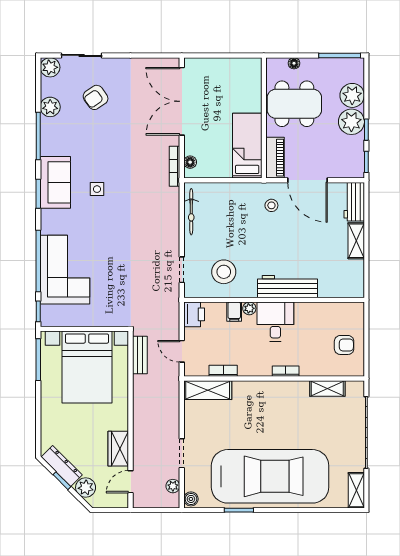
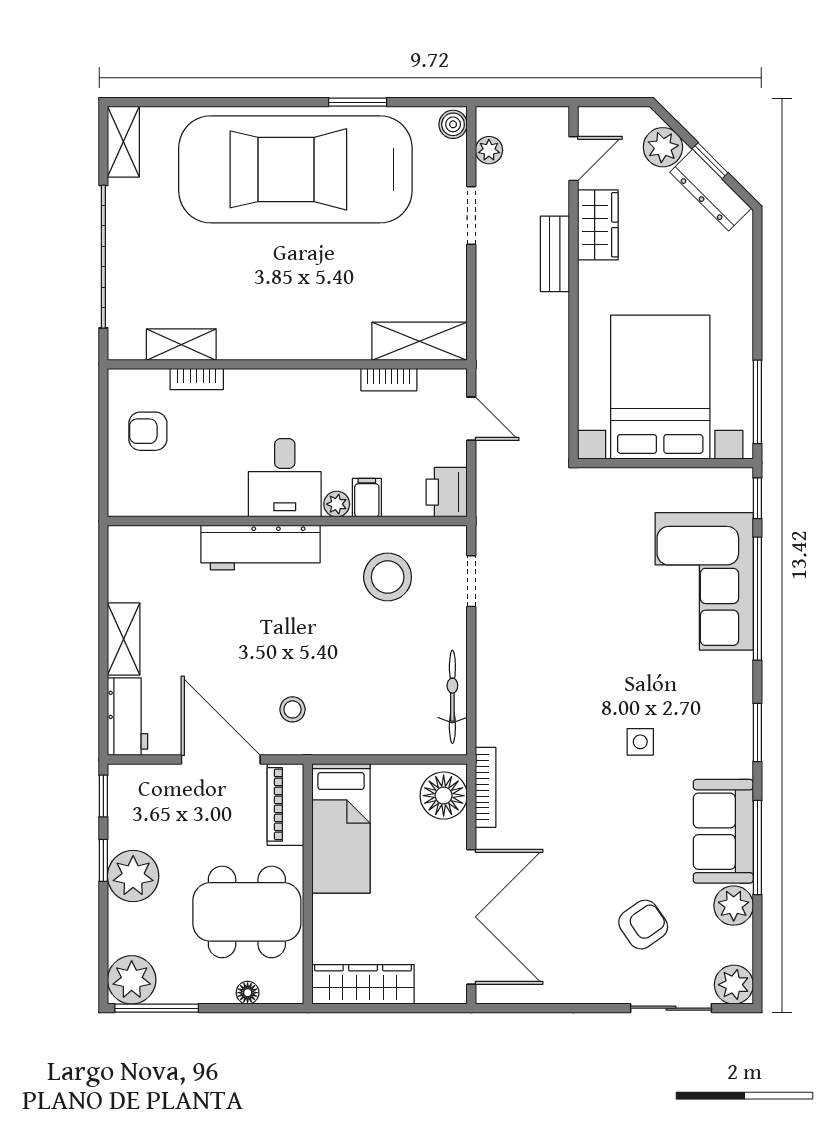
wardrobe: (236, 67) -> (363, 984), added
plant: (352, 95) -> (132, 980), moved
floor lamp: (190, 162) -> (444, 796), width x1.89, depth x1.89
sofa: (55, 182) -> (723, 831), moved
bench: (140, 355) -> (555, 254), moved
bookcase: (286, 371) -> (197, 379), moved

